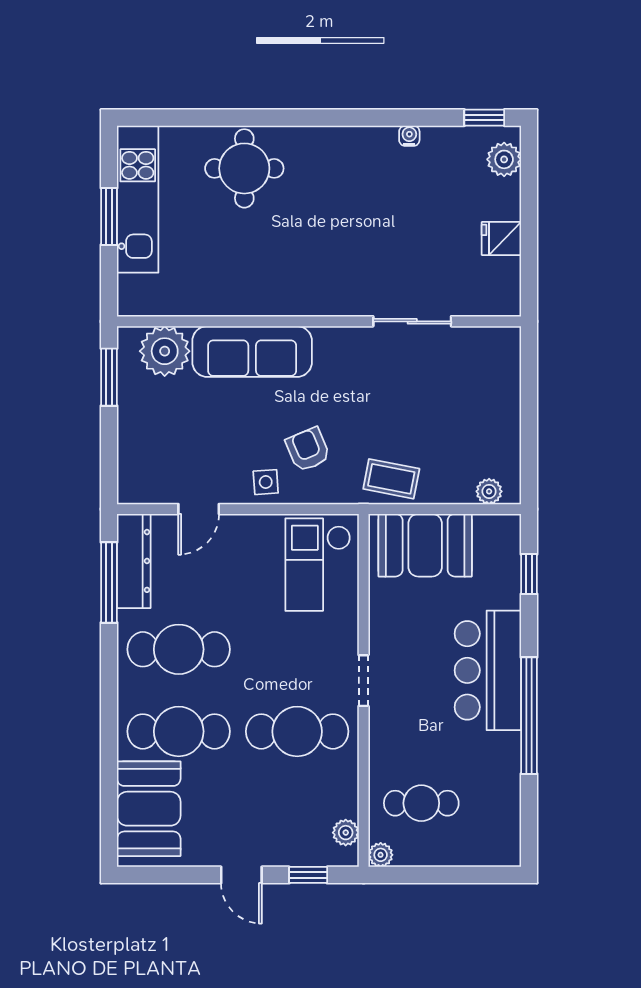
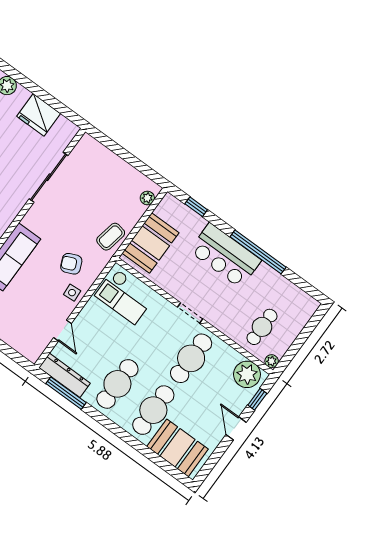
fridge: (501, 239) -> (39, 115), width x1.88, depth x1.34
sliding door: (412, 321) -> (48, 177), width x1.37
plant: (346, 833) -> (247, 374), width x1.87, depth x1.87
door: (241, 875) -> (236, 428), swing flipped

